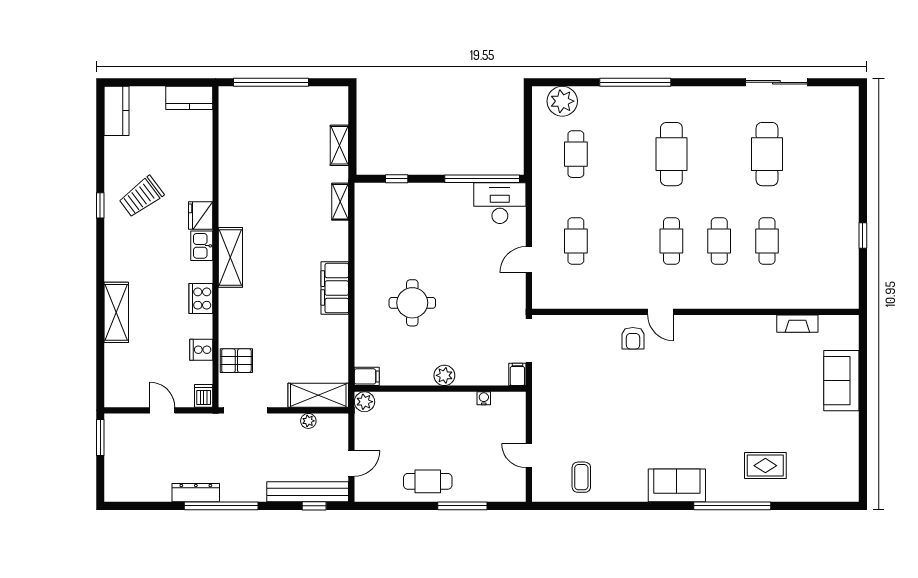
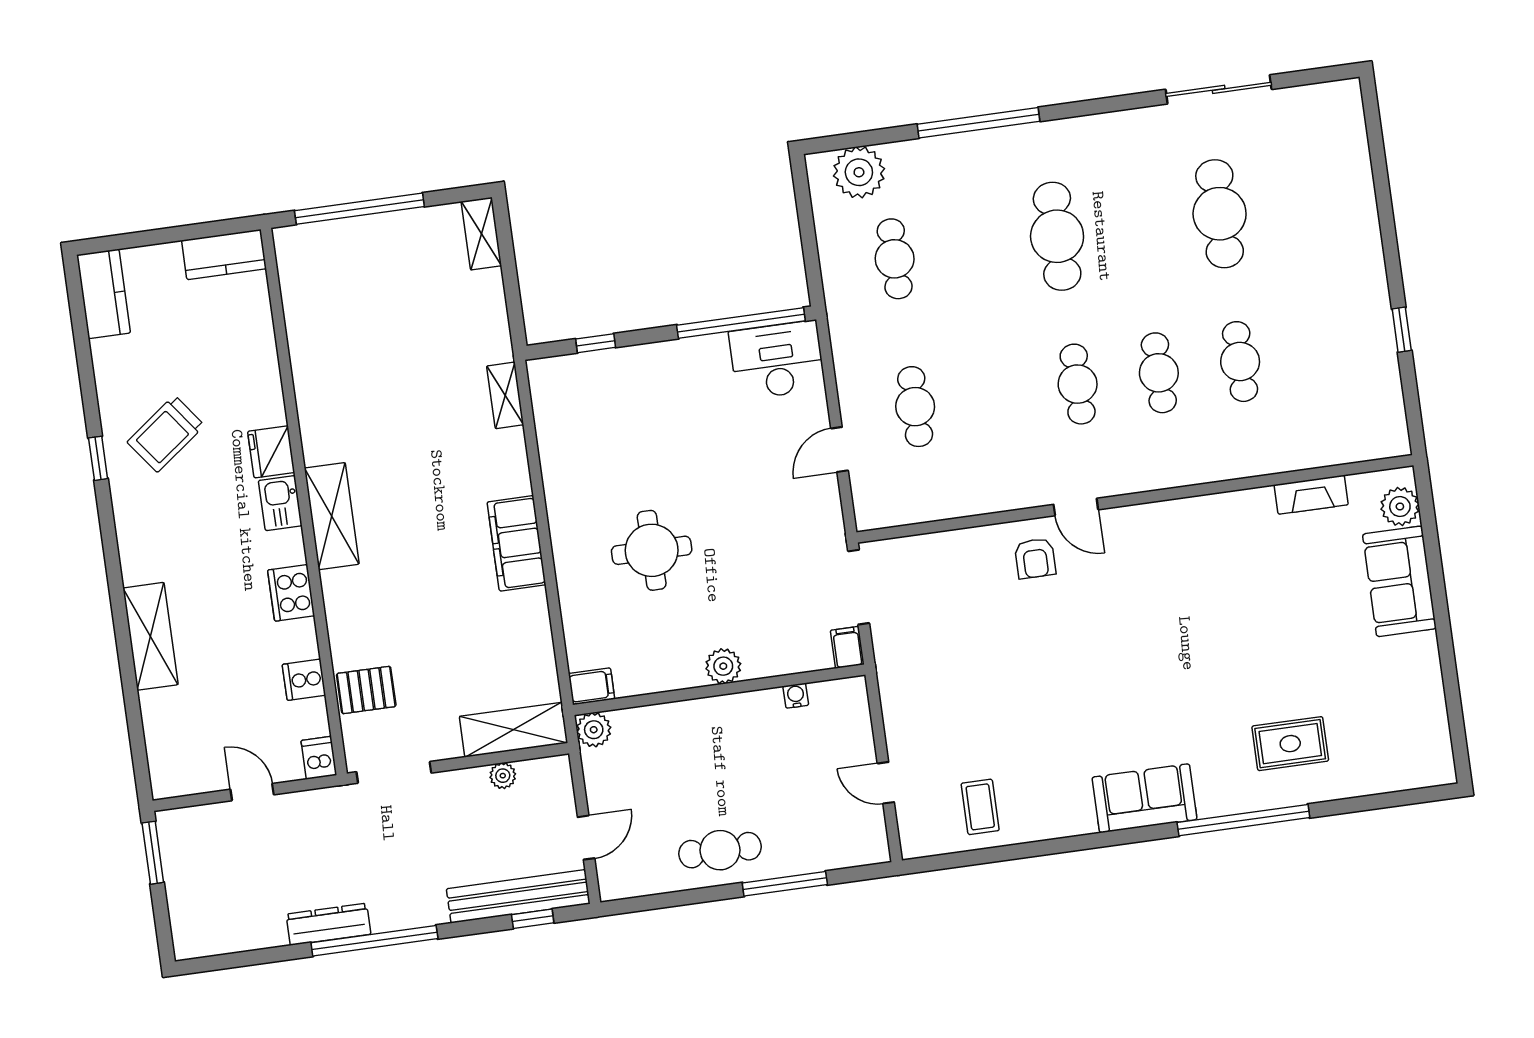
shelving: (339, 145) -> (481, 234), moved
plant: (848, 337) -> (1400, 507), added

